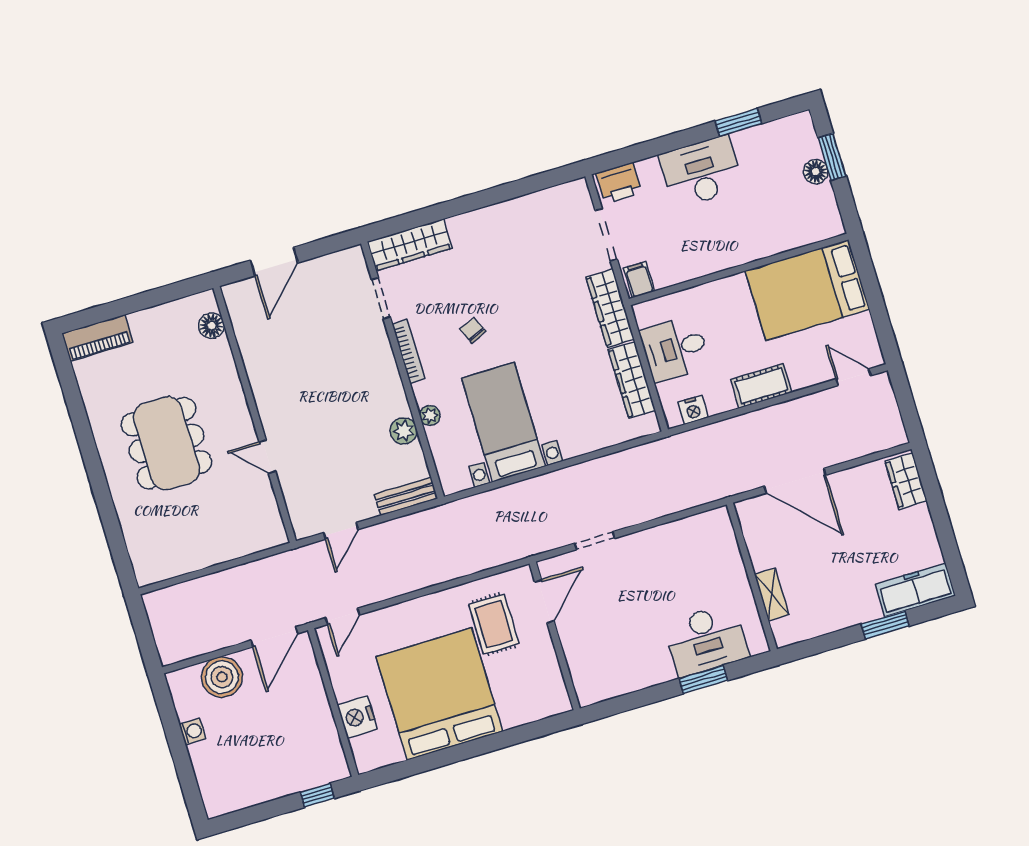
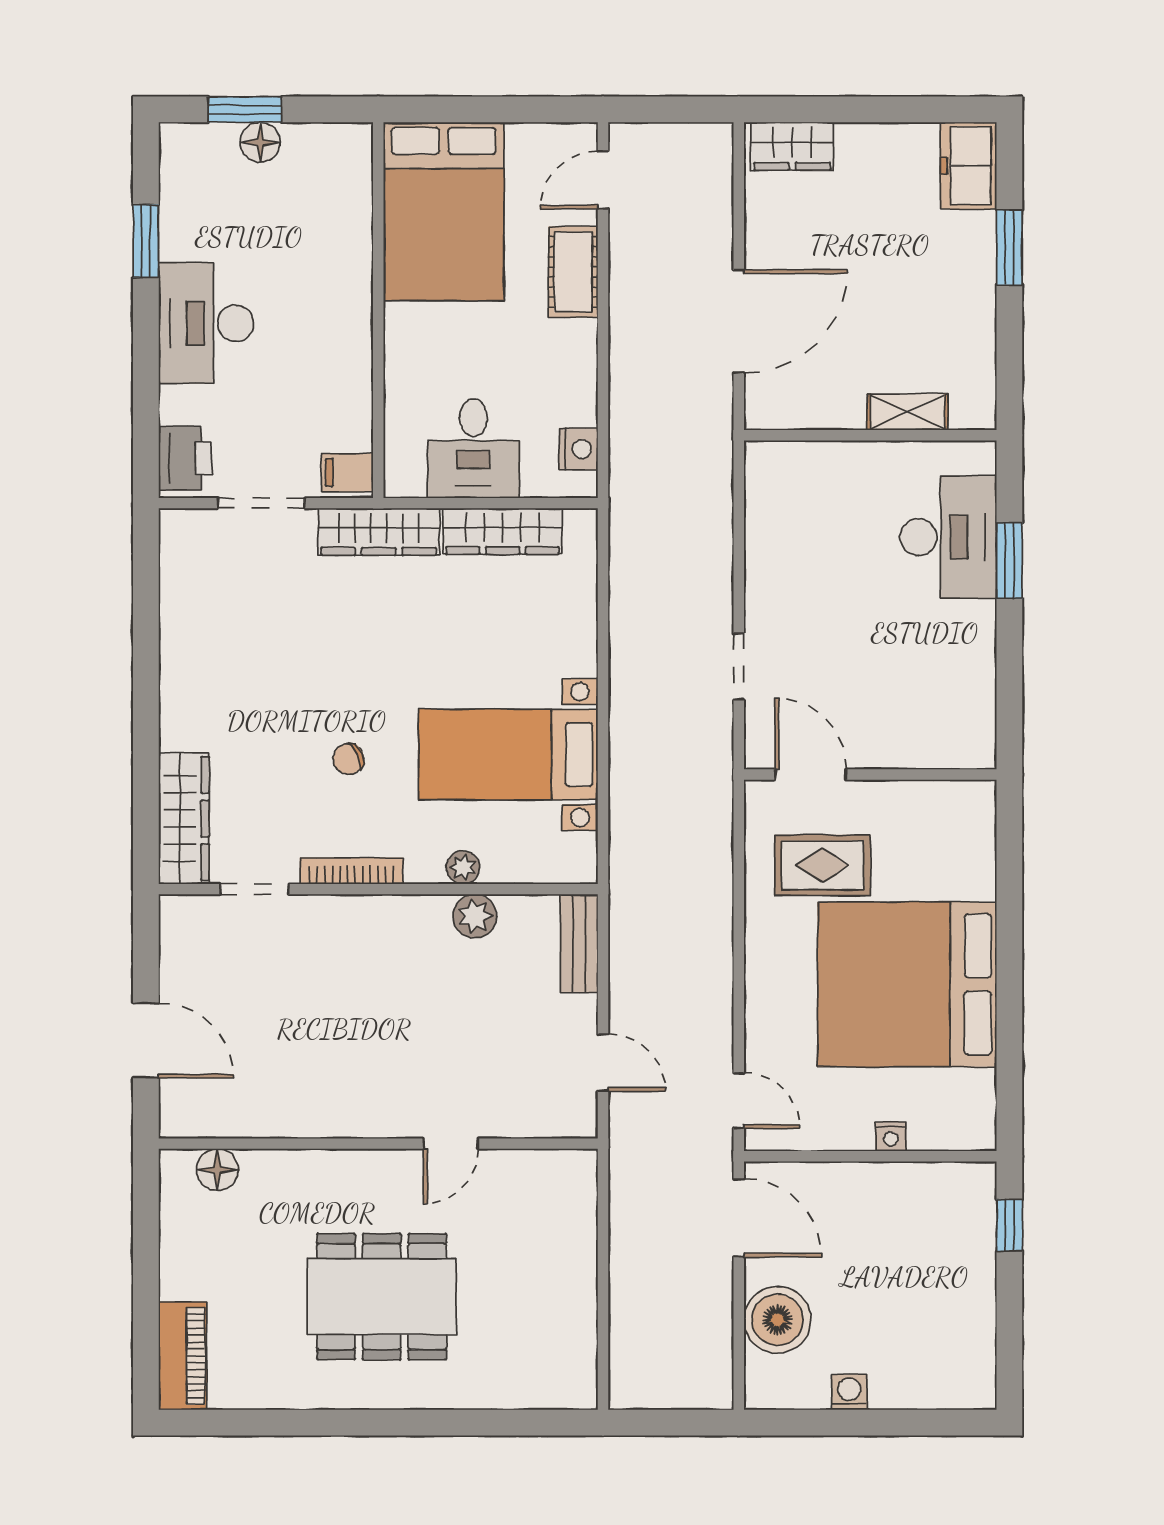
cot: (761, 386) -> (573, 272), moved
freezer: (915, 590) -> (968, 166), width x0.71
nightstand: (357, 717) -> (891, 1137), width x0.53, depth x0.56

